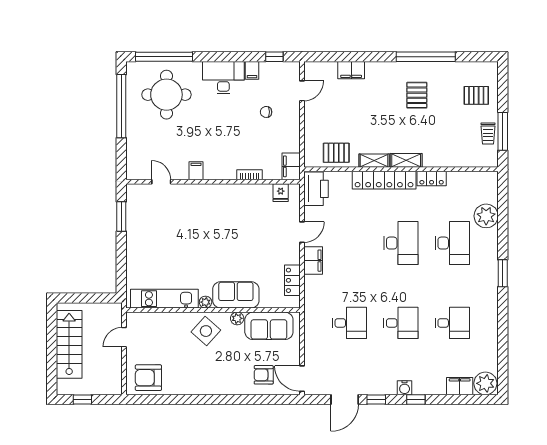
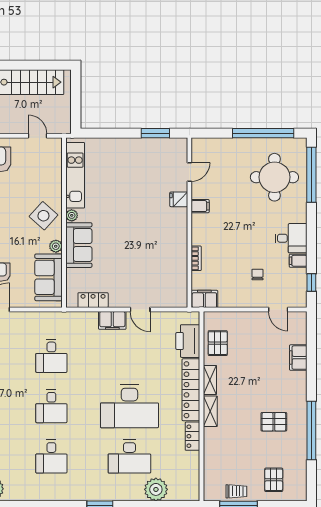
desk: (223, 78) -> (291, 238), width x0.73
trolley: (488, 134) -> (236, 491), turned 180
printer: (316, 189) -> (188, 341), moved, turned 90
fridge: (281, 193) -> (179, 199), moved
desk: (401, 243) -> (129, 406), width x1.36, depth x1.30

